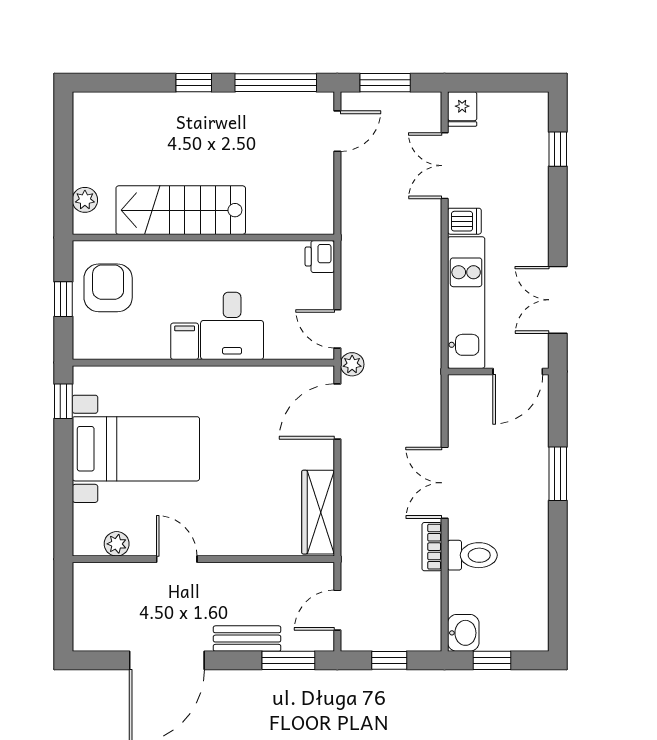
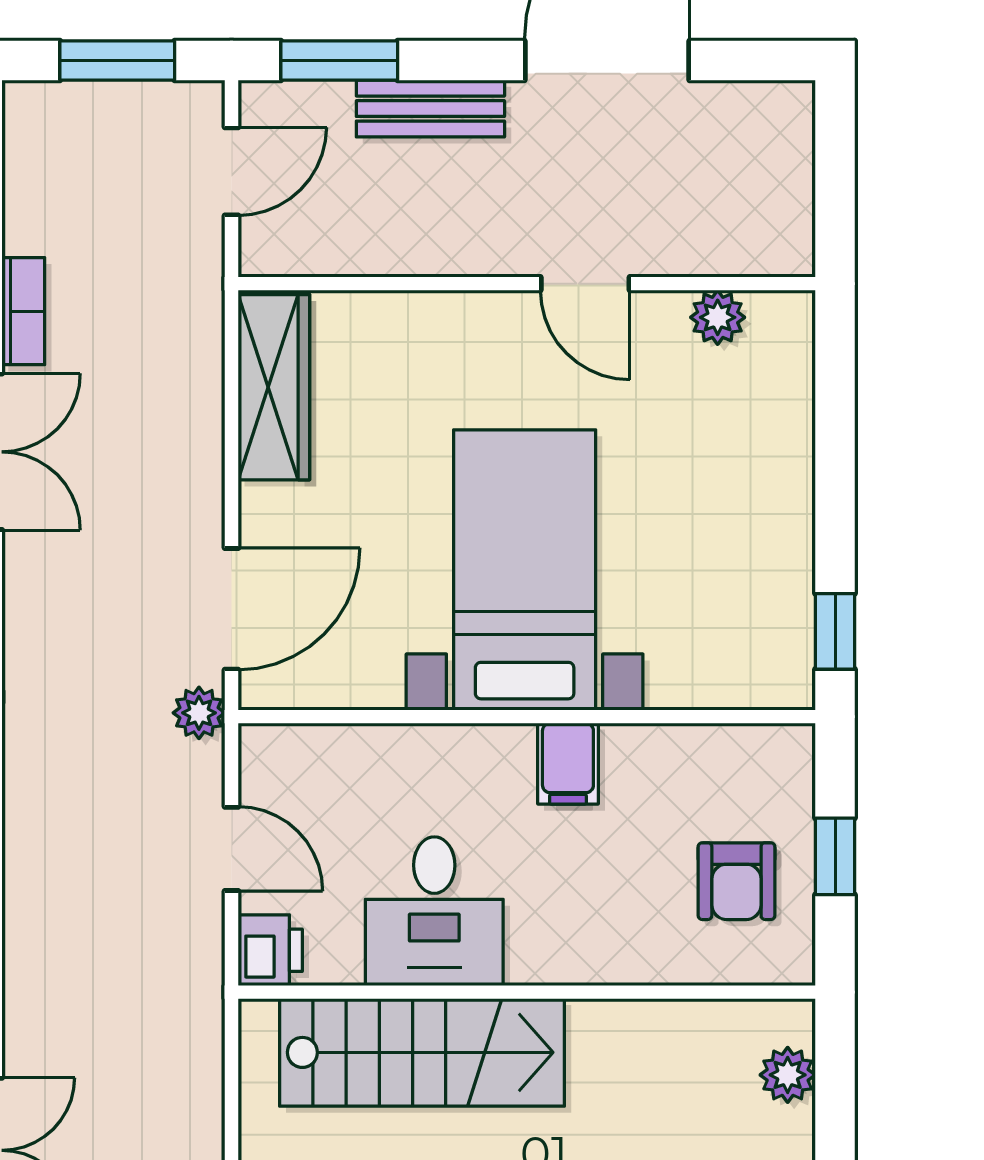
stairs: (181, 210) -> (422, 1052), moved
armchair: (108, 288) -> (736, 881), width x0.72, depth x0.72
desk: (232, 326) -> (434, 911), moved, turned 180
door: (337, 329) -> (231, 849), moved
bed with nightstands: (136, 449) -> (525, 570), moved, turned 90
window: (389, 660) -> (117, 61), width x1.50

